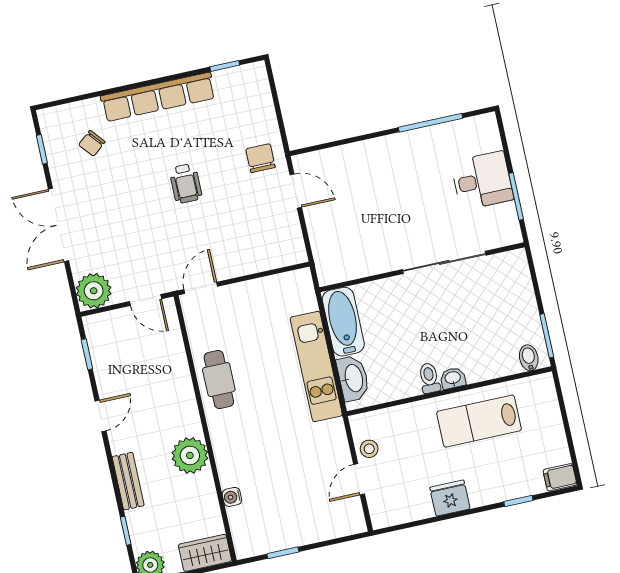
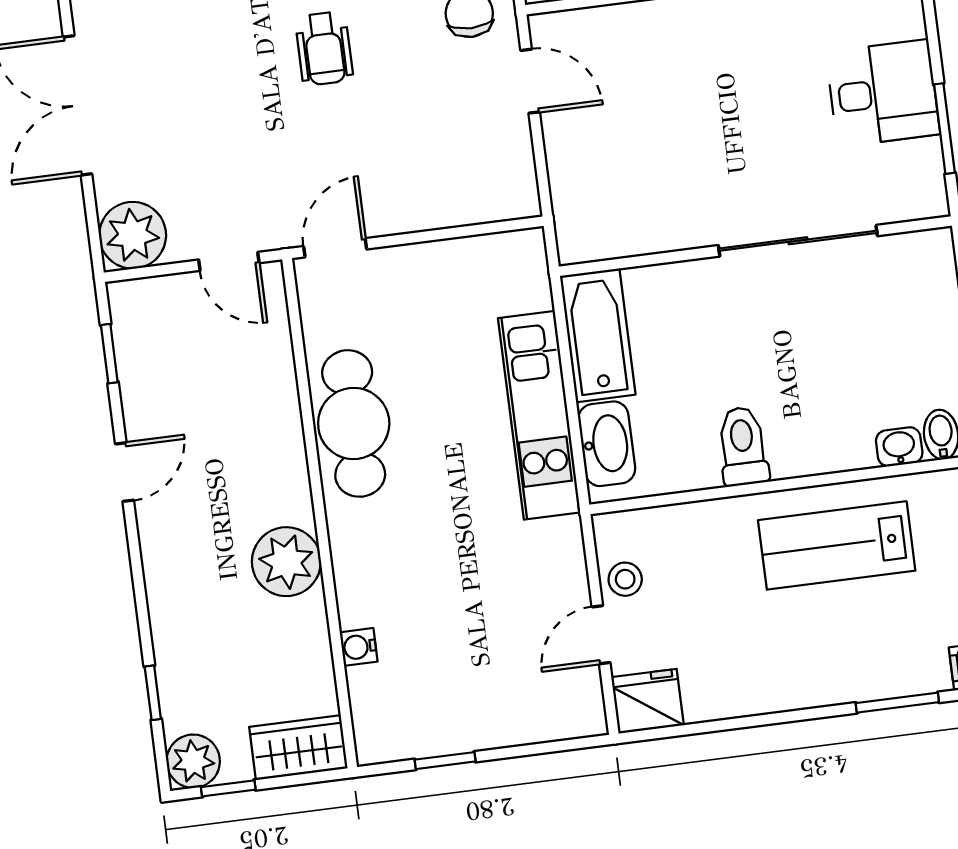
toilet: (429, 378) -> (743, 446), width x1.37, depth x1.39
washbasin: (453, 378) -> (899, 447), moved
cafe table: (219, 380) -> (354, 423), width x1.37, depth x1.35
bench: (128, 481) -> (166, 600), removed
fridge: (450, 498) -> (648, 701), moved
window: (518, 501) -> (897, 703), width x1.50

